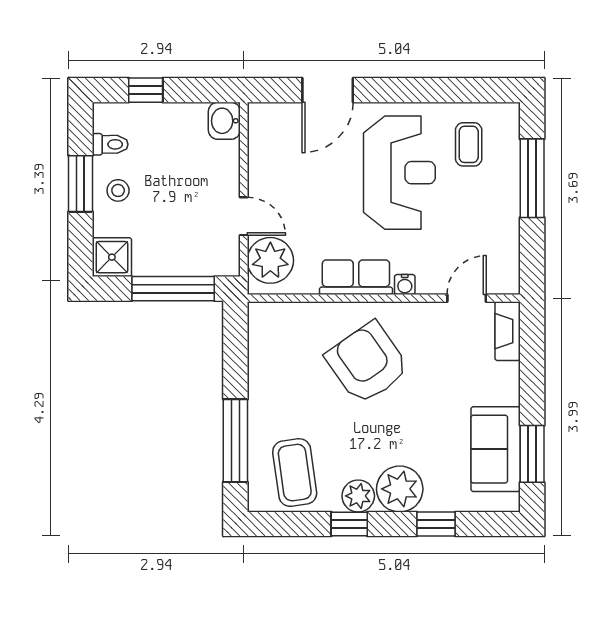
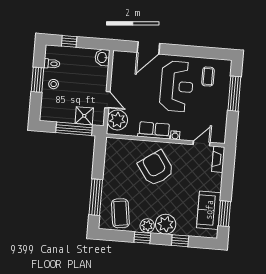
shower: (112, 257) -> (84, 116), moved

